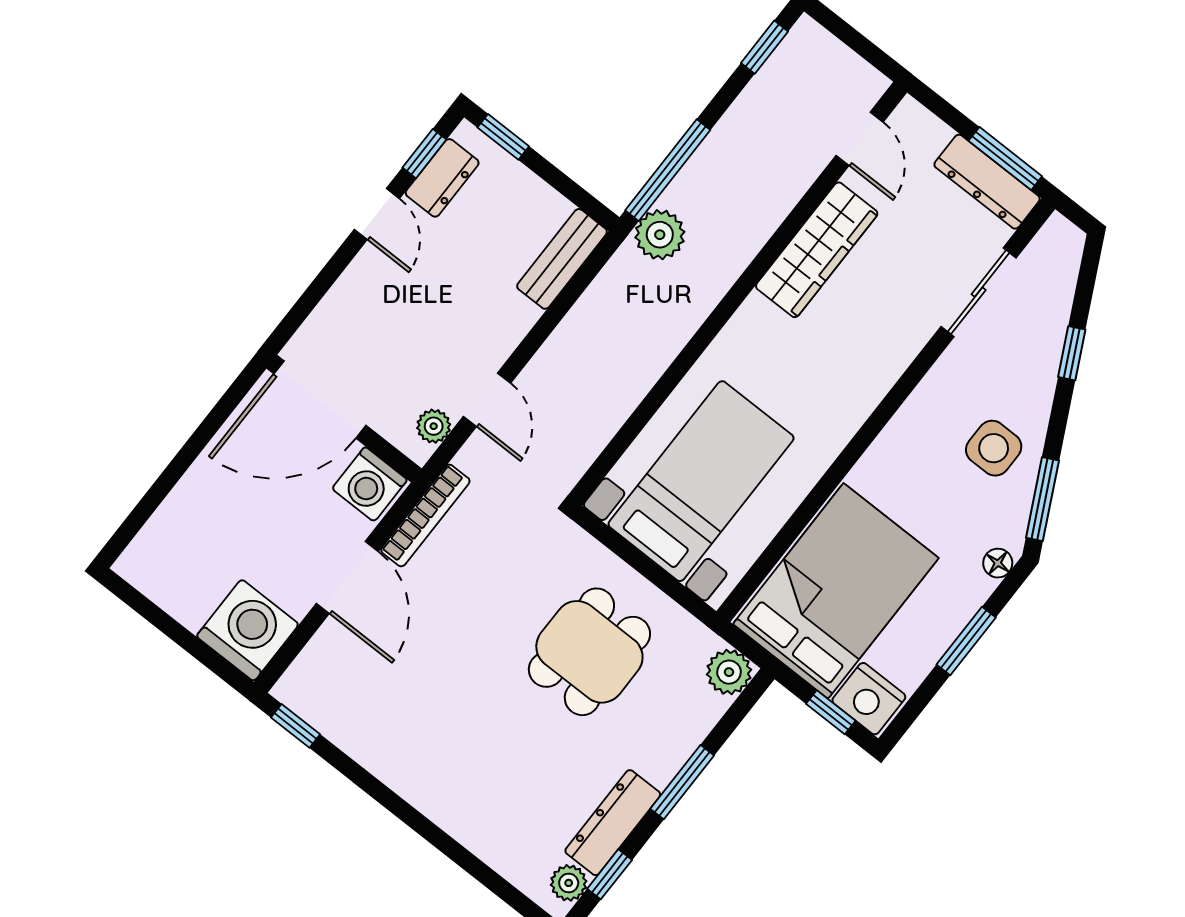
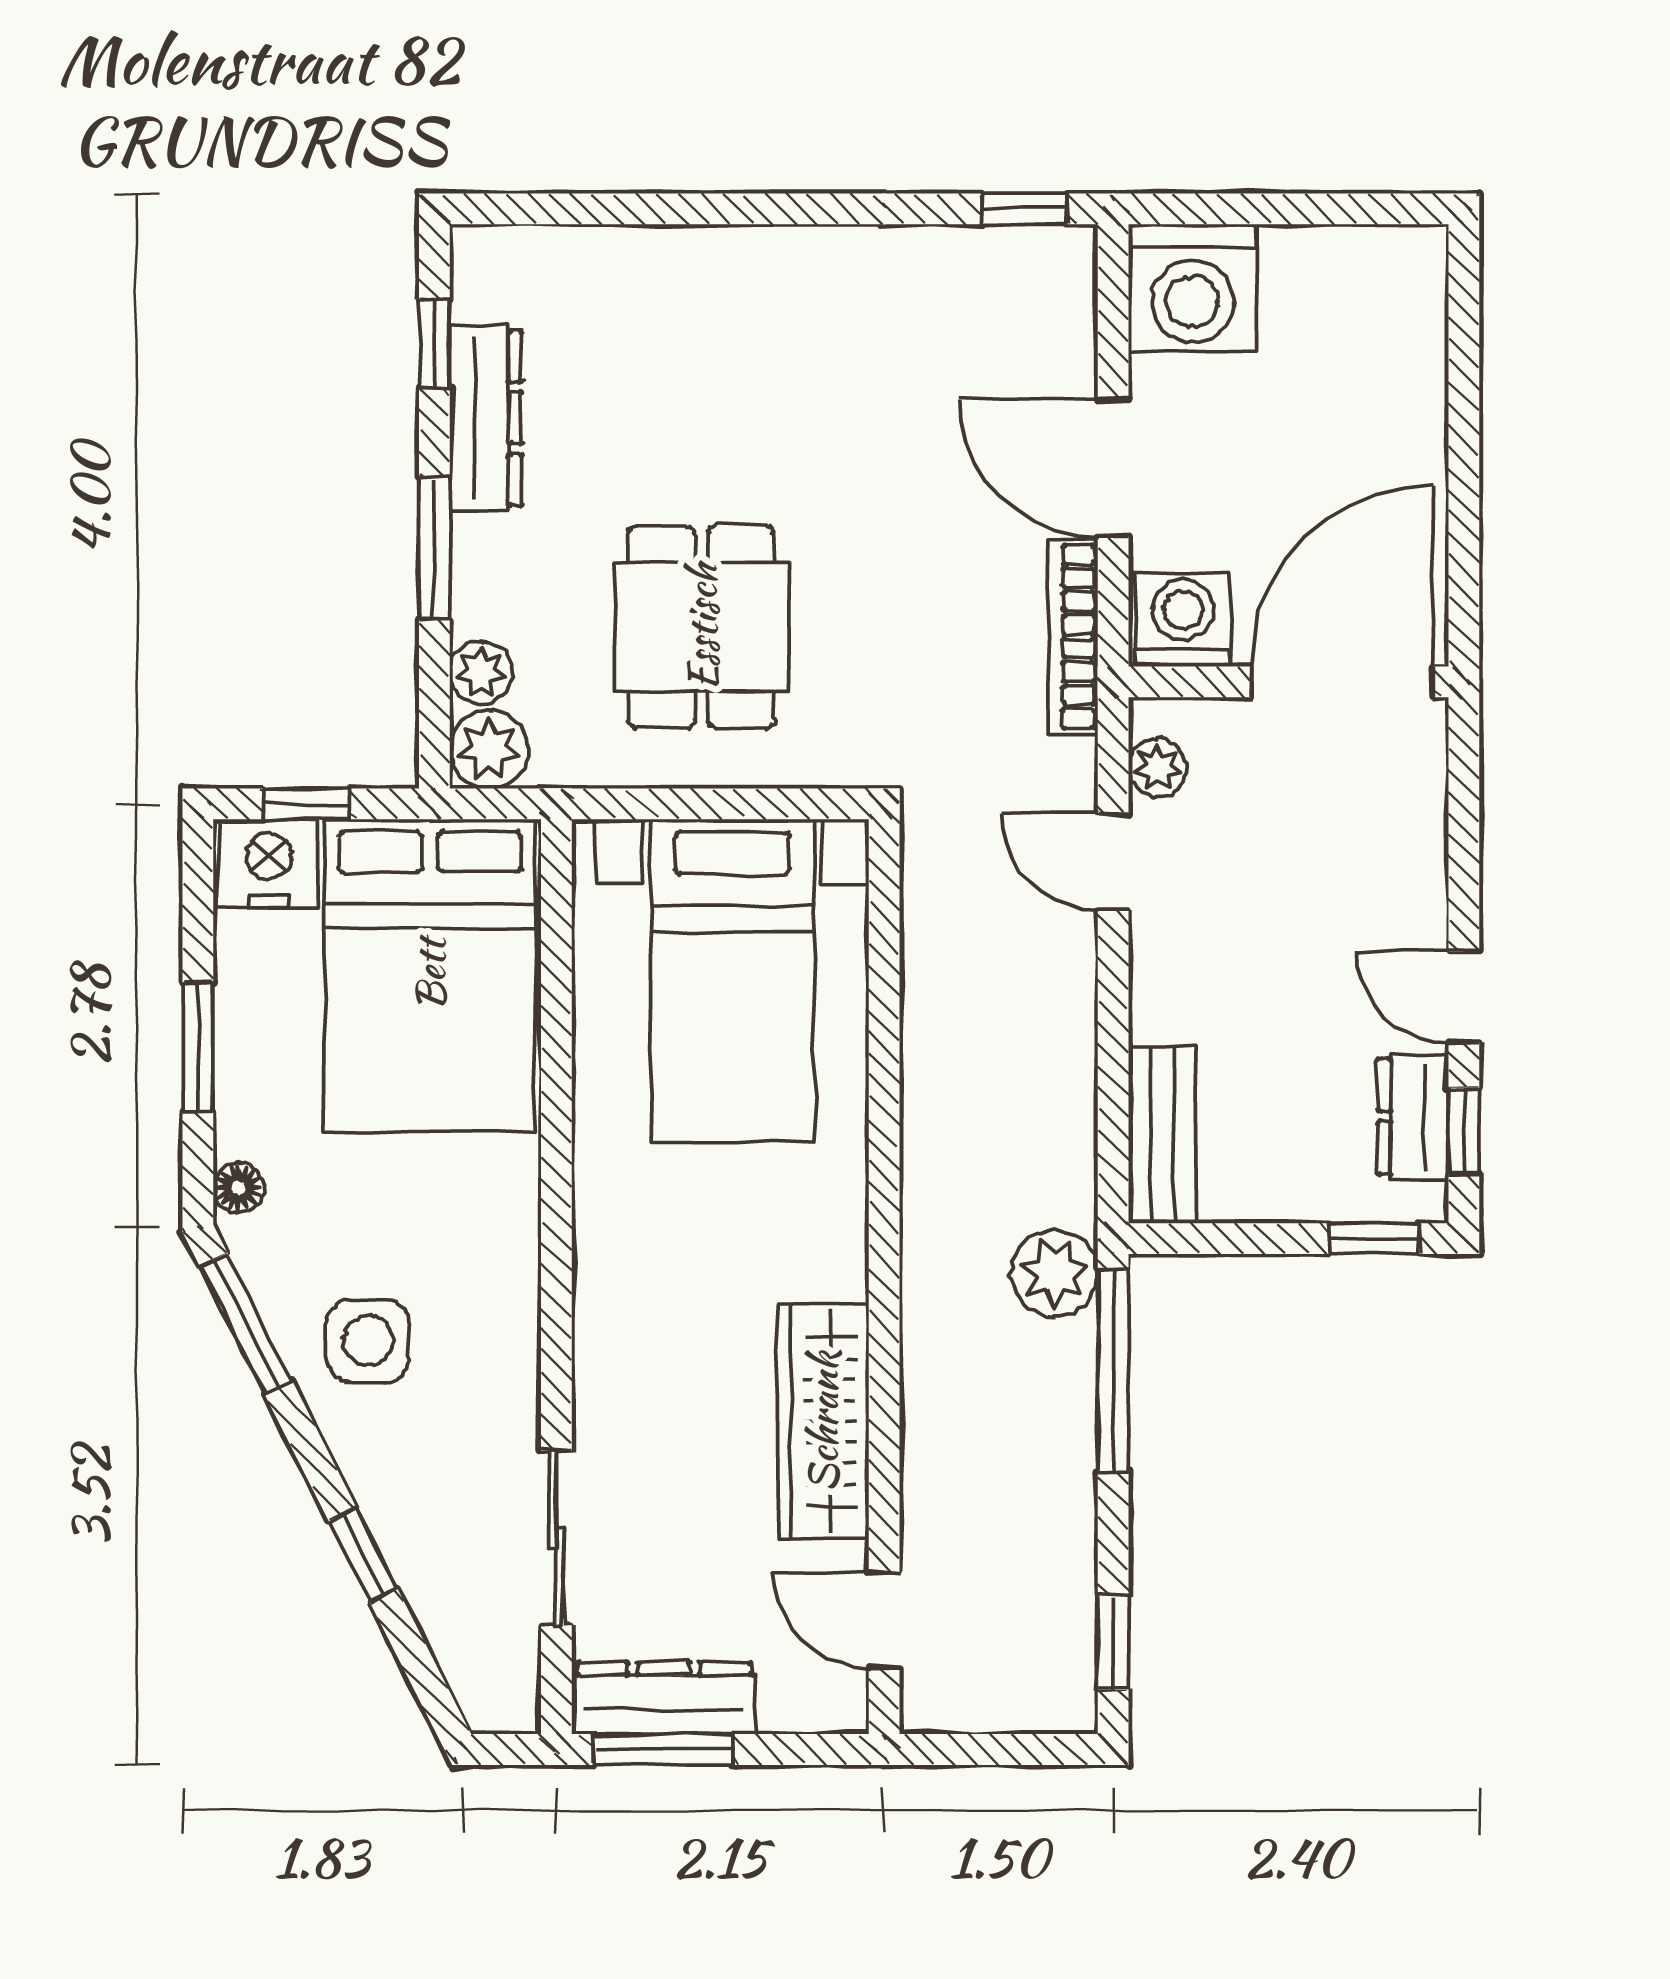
plant: (569, 883) -> (481, 673), moved

